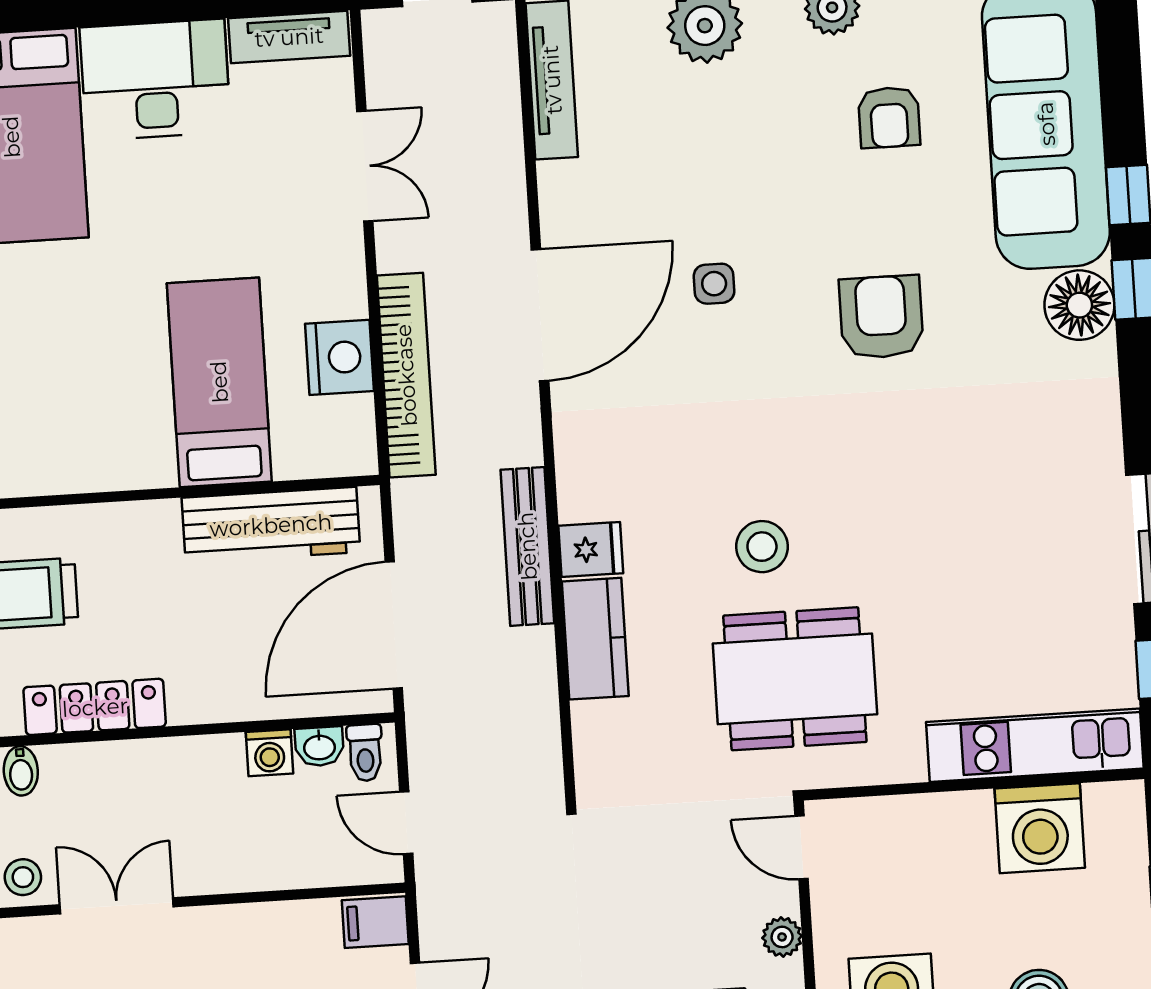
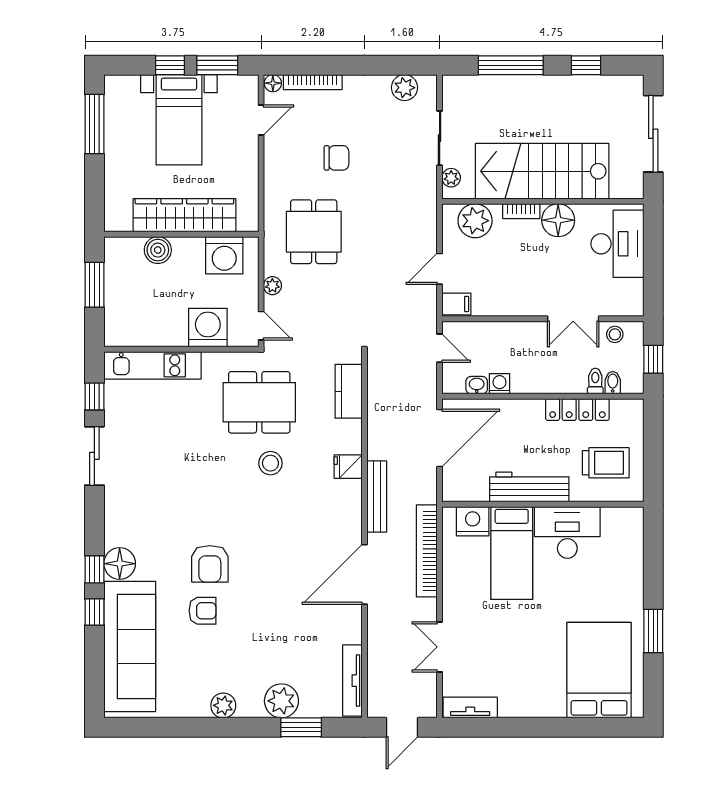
desk: (155, 80) -> (567, 532), moved, turned 180
armchair: (889, 117) -> (203, 611), moved, turned 90
side table: (714, 284) -> (285, 584), removed
nightstand: (339, 357) -> (473, 521), moved, turned 90
workbench: (271, 525) -> (529, 487), moved
bench: (527, 546) -> (377, 497), moved
kitchen counter: (595, 639) -> (349, 391), moved
toilet: (365, 753) -> (595, 381), moved
washing machine: (1040, 828) -> (208, 328), moved

